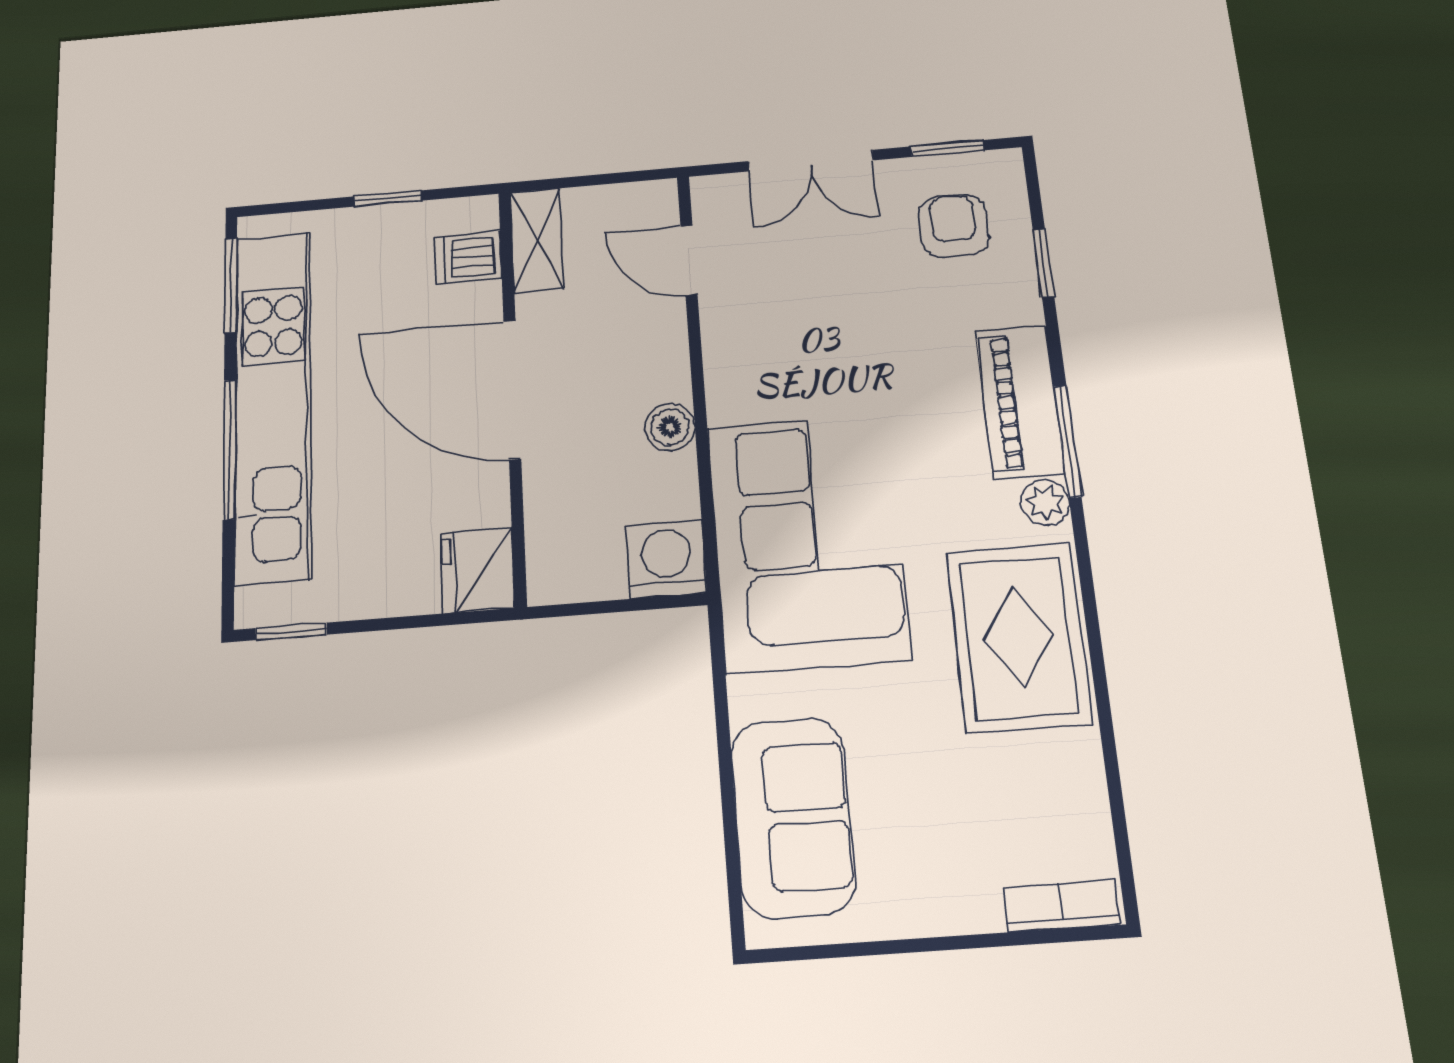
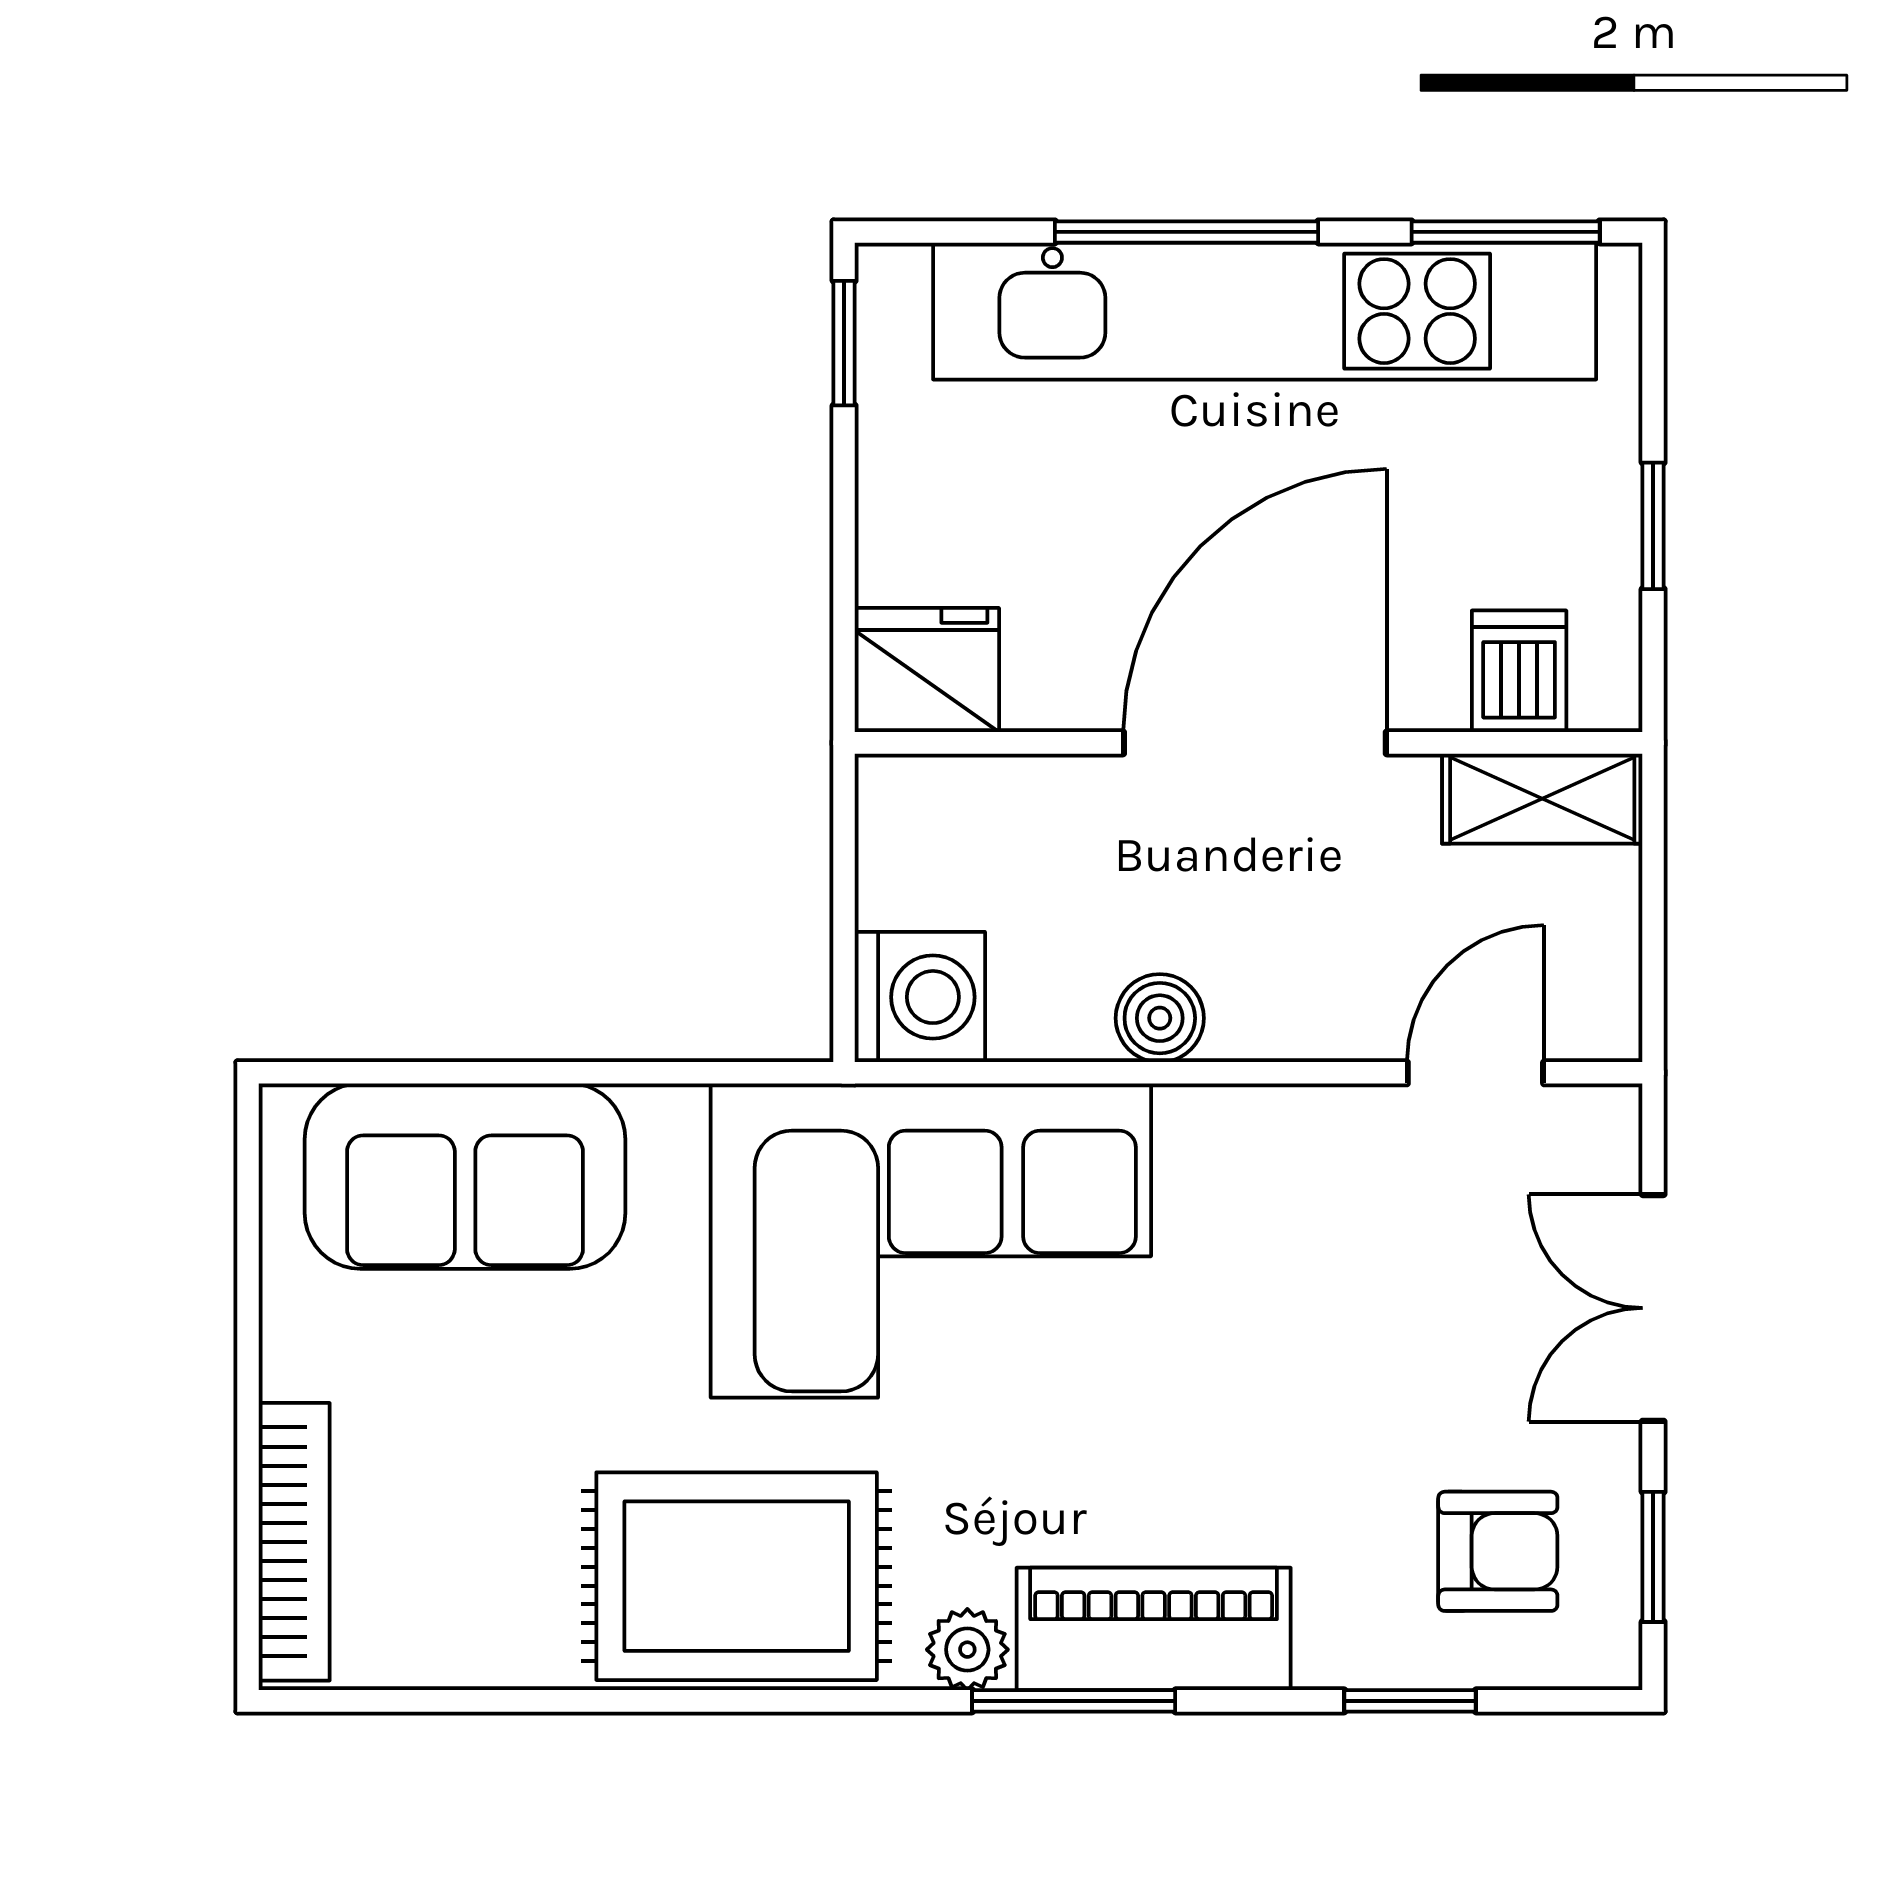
bookcase: (1061, 906) -> (294, 1542), width x1.56

